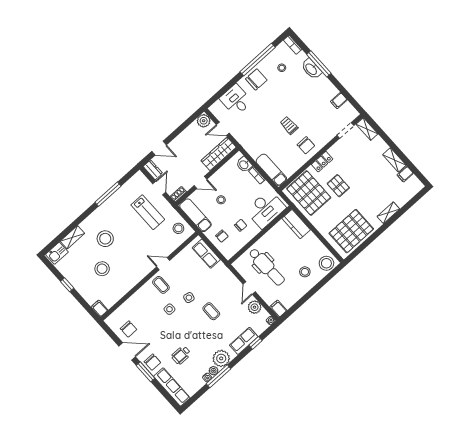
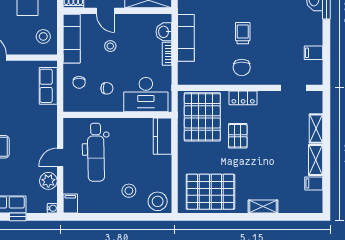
shelving: (367, 129) -> (316, 129), moved
exam couch: (271, 170) -> (186, 38), moved

